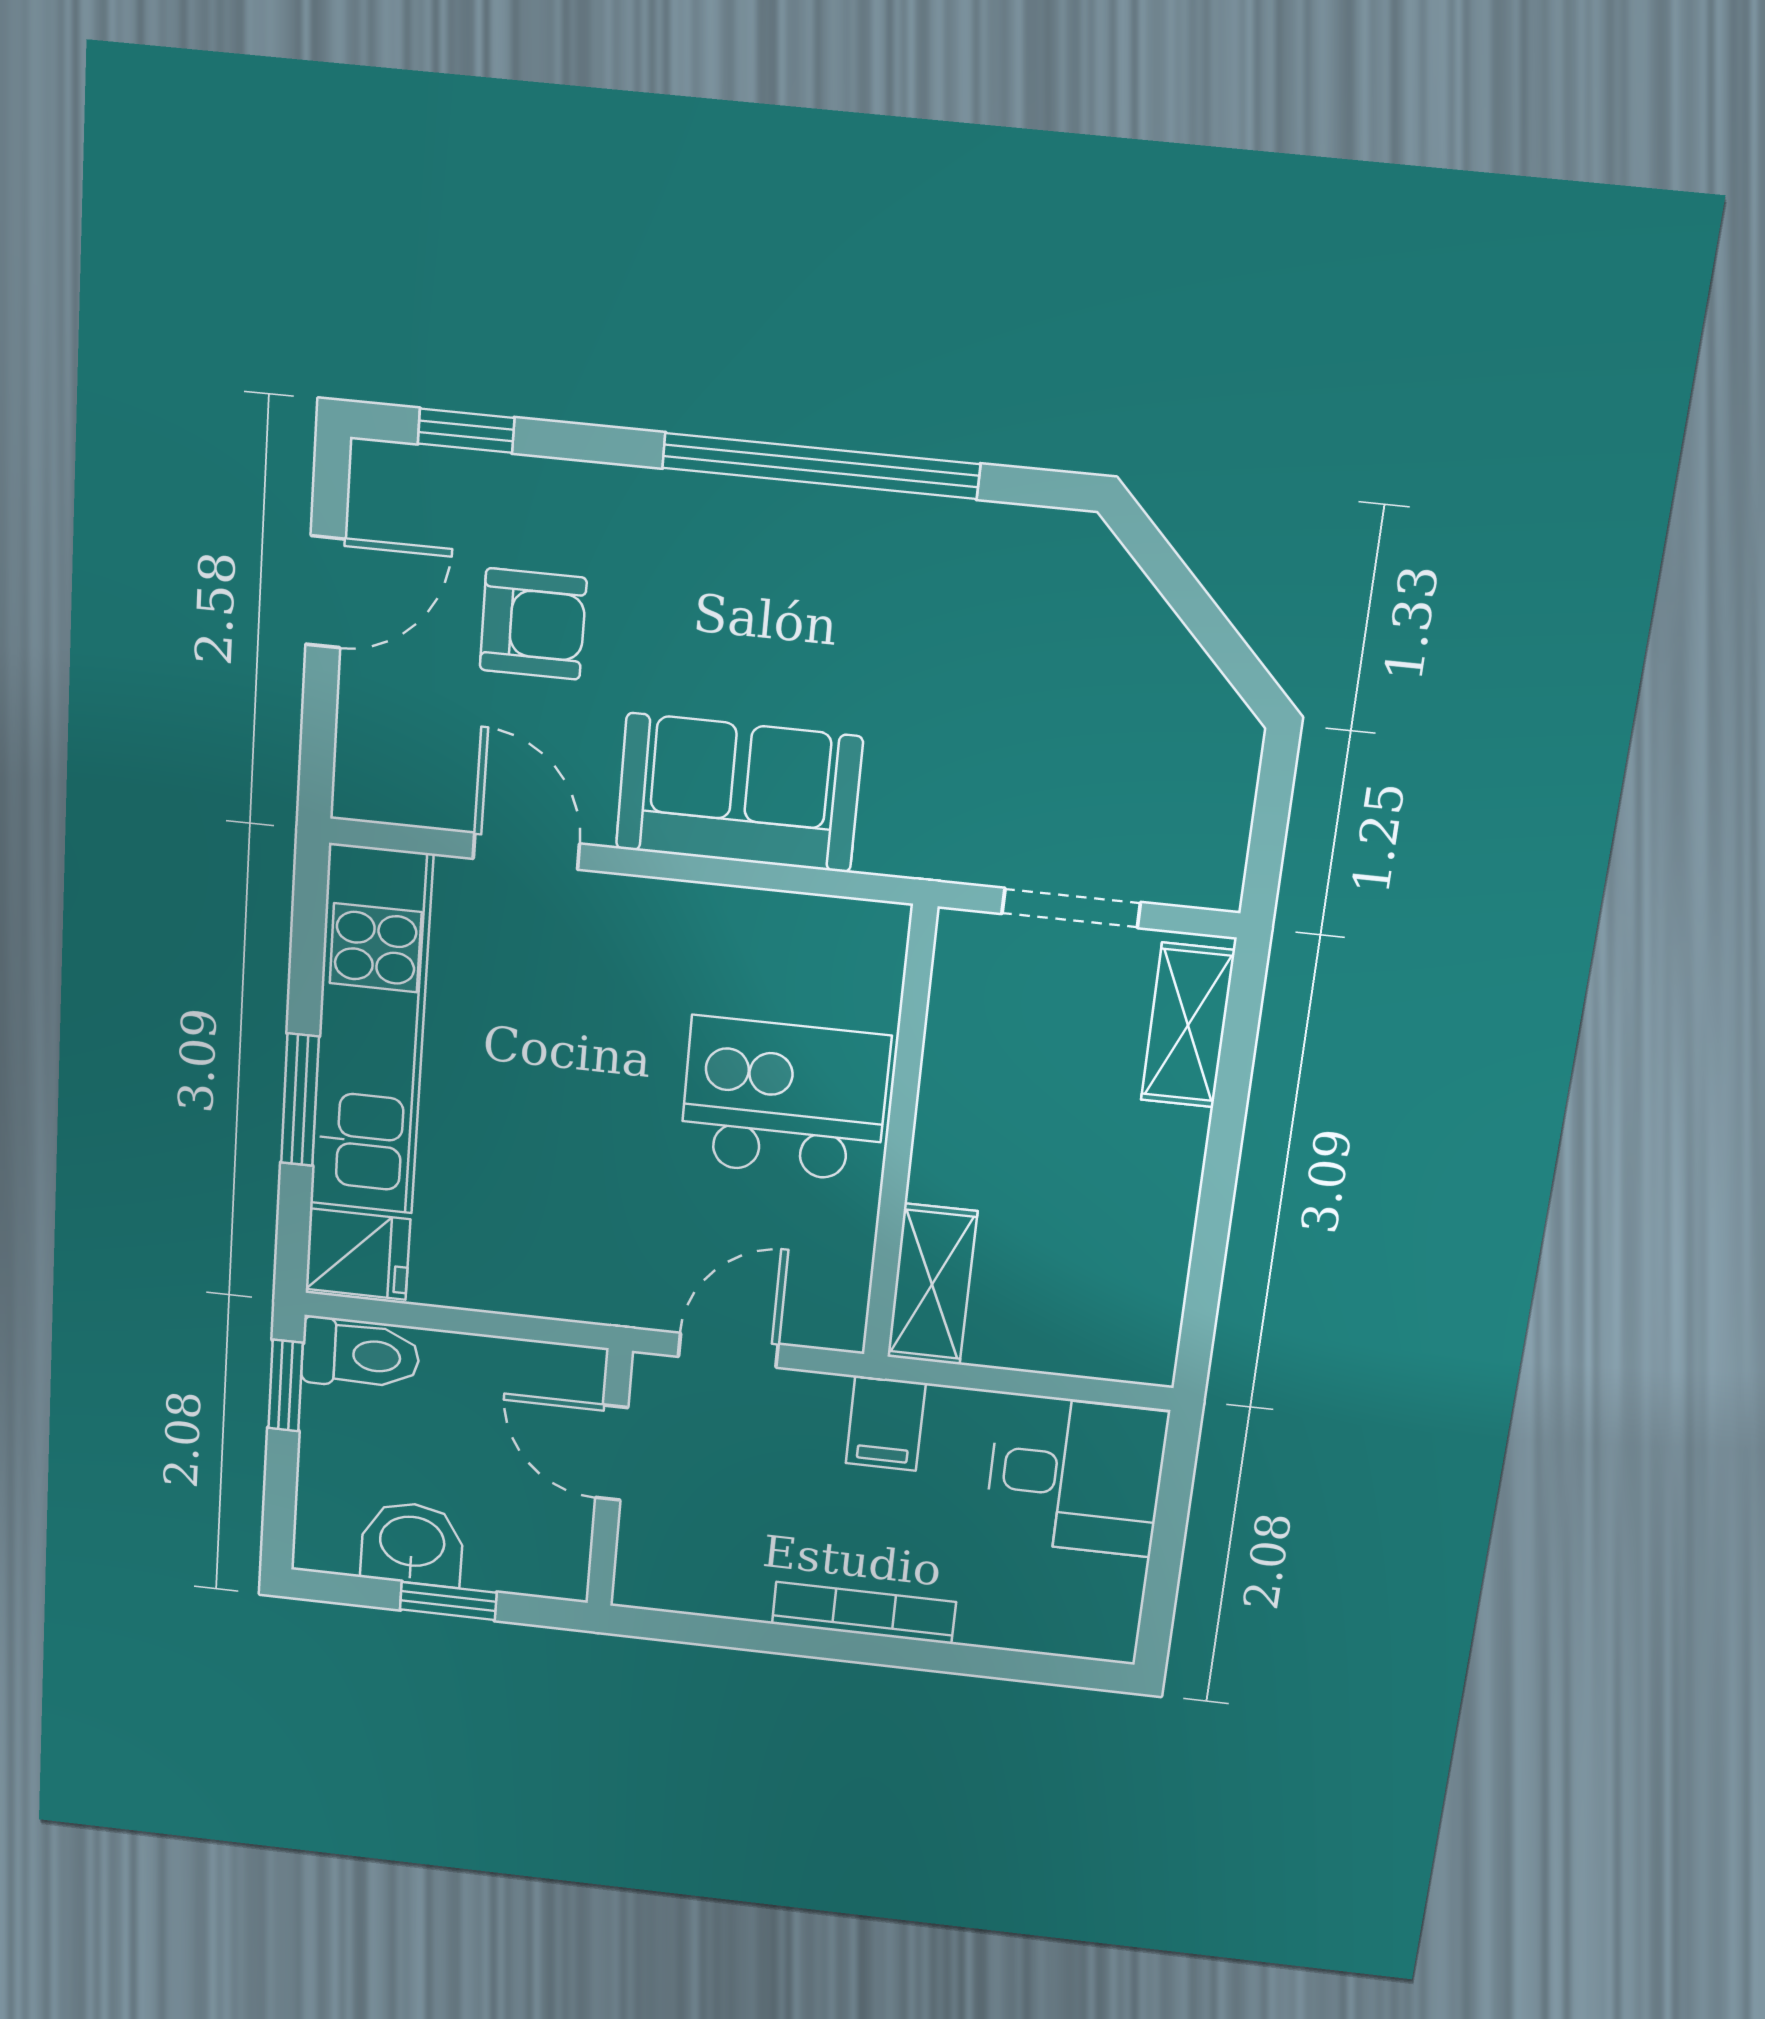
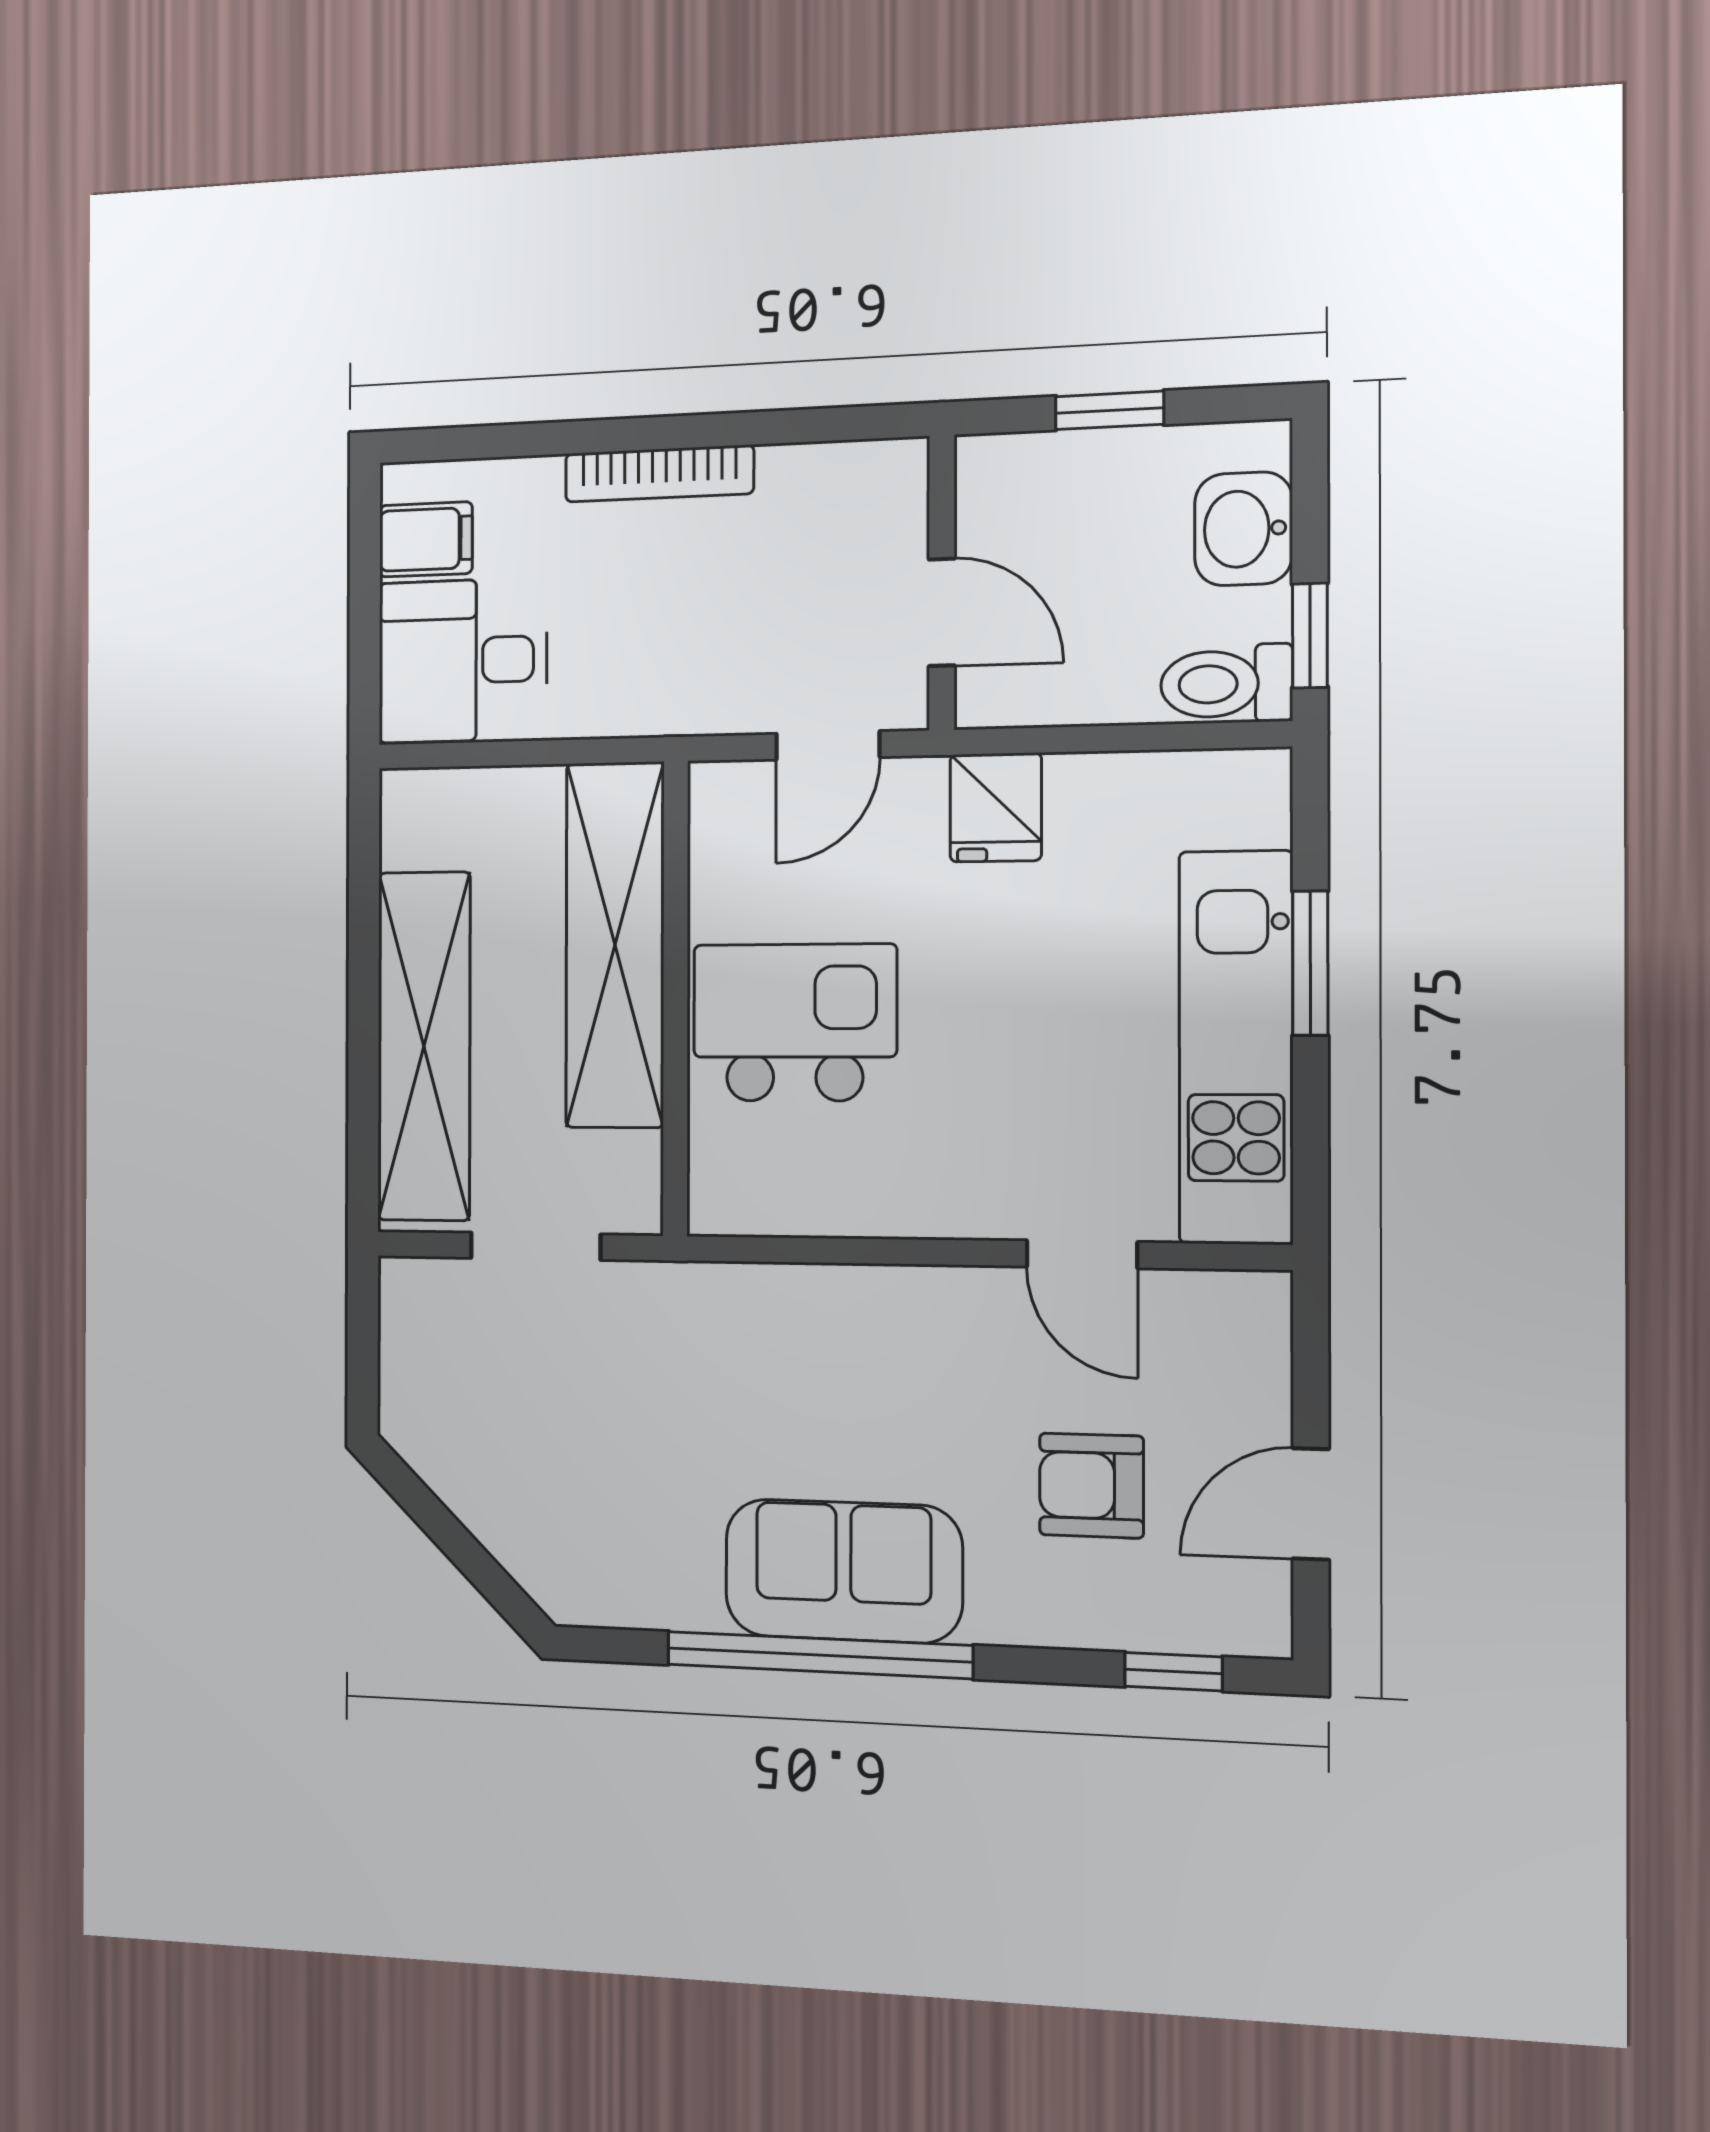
sofa: (739, 793) -> (843, 1571), moved, turned 180
shelving: (1188, 1025) -> (424, 1046), width x2.20, depth x1.33
kitchen island: (785, 1099) -> (795, 1023), turned 180
fridge: (358, 1254) -> (996, 807), moved, turned -90
shelving: (932, 1284) -> (615, 945), width x2.20, depth x1.33
filing cabinet: (886, 1423) -> (426, 539), moved, turned 90
washbasin: (412, 1544) -> (1243, 529), moved, turned 90

